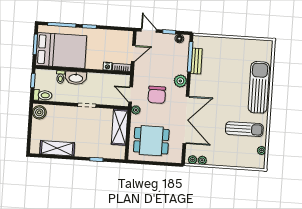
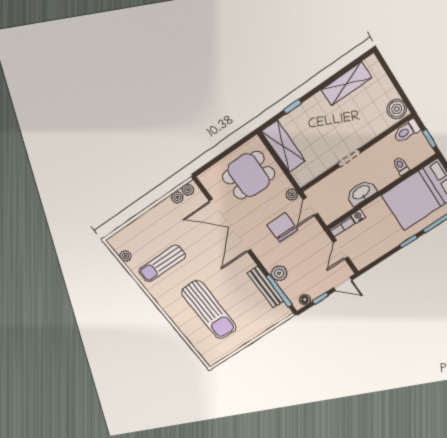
bench: (196, 61) -> (266, 287), width x1.36
washbasin: (76, 78) -> (361, 193), moved
plant: (180, 81) -> (279, 273), moved
sun lounger: (259, 87) -> (209, 310), moved
door: (131, 94) -> (310, 206), swing flipped
shelving: (120, 127) -> (283, 146), moved

